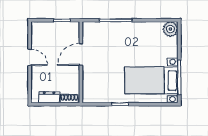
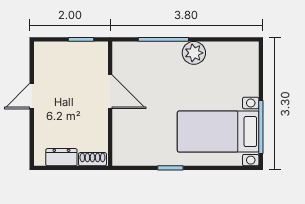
plant: (170, 29) -> (194, 53), moved
door: (81, 54) -> (110, 92), swing flipped
door: (30, 57) -> (32, 96), swing flipped

